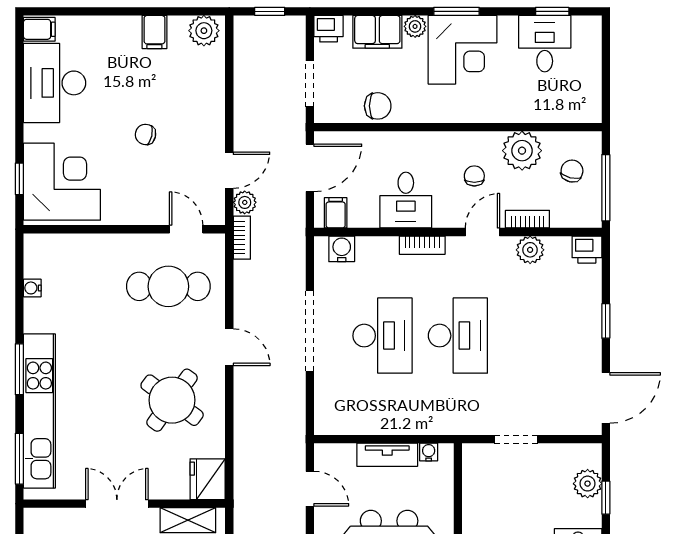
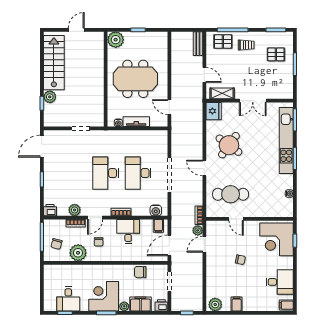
desk: (55, 83) -> (280, 282), width x0.73
door: (186, 229) -> (236, 219), moved
plant: (588, 484) -> (50, 97), moved

